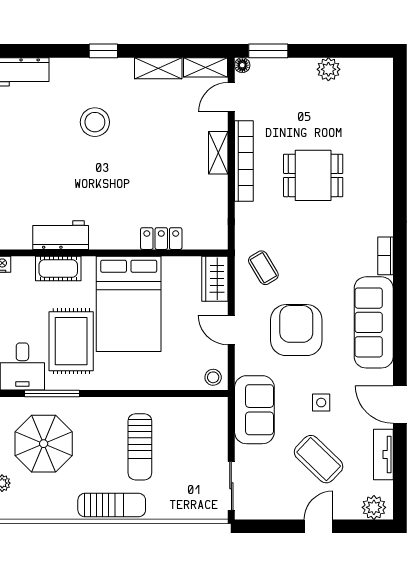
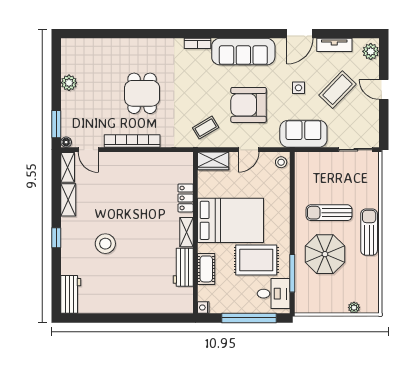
shelving: (218, 153) -> (186, 232), moved, turned 90
parasol: (44, 444) -> (325, 254), moved
sun lounger: (140, 447) -> (329, 213), turned 180

